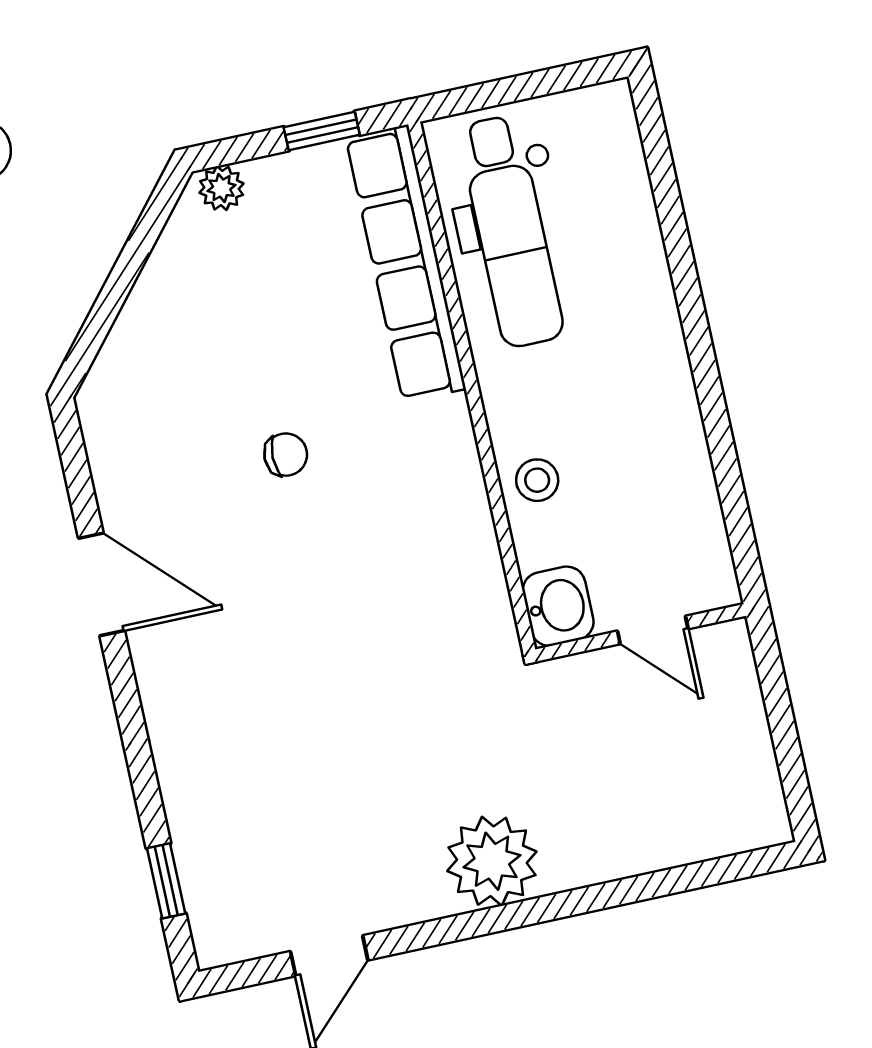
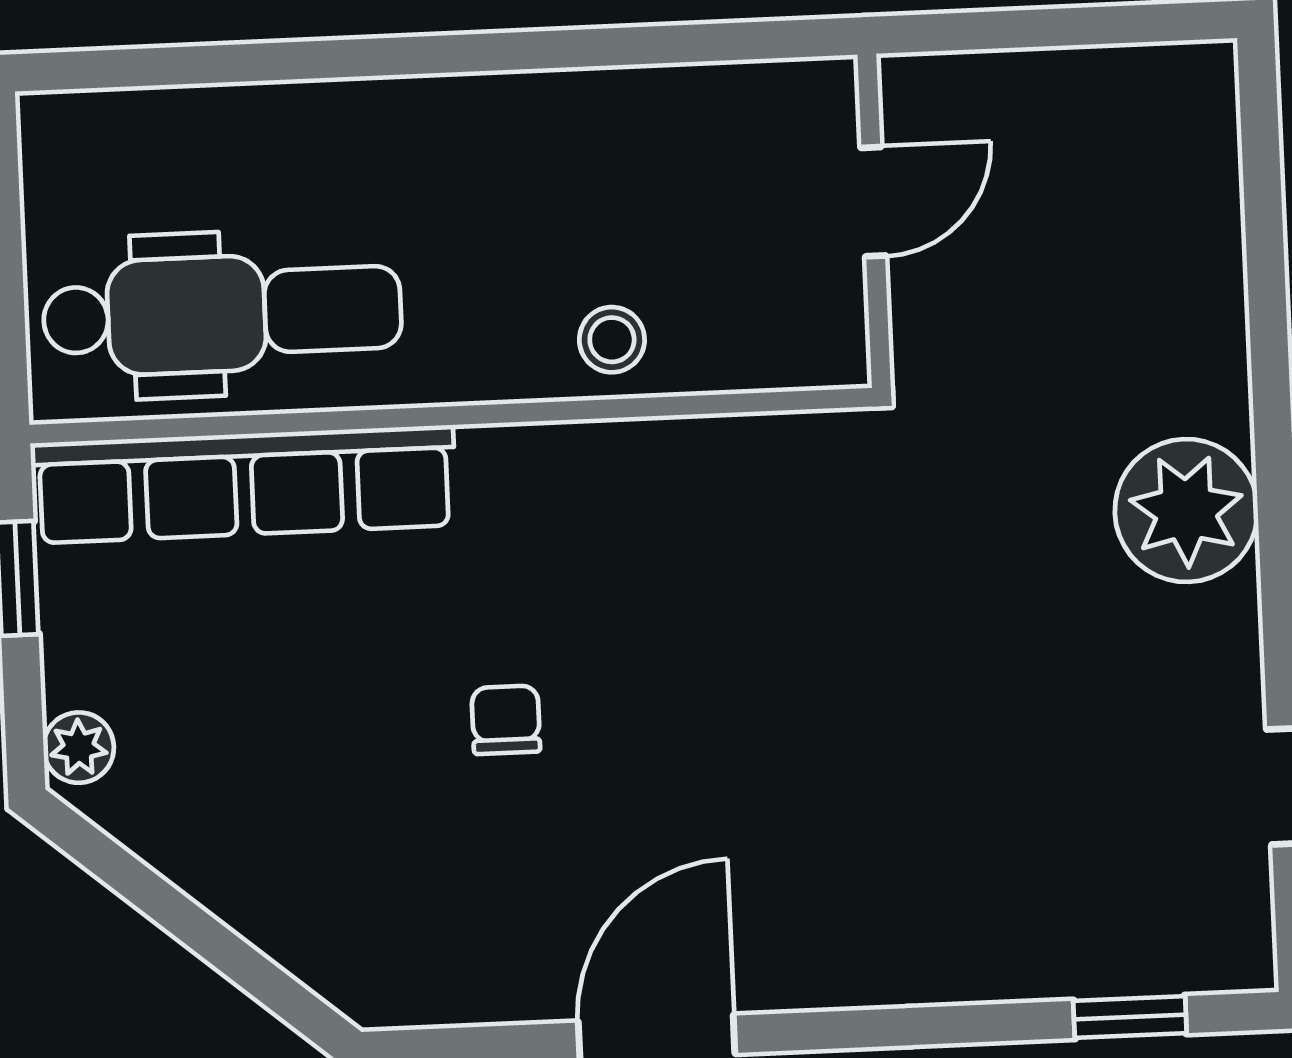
washbasin: (558, 606) -> (811, 341), removed

